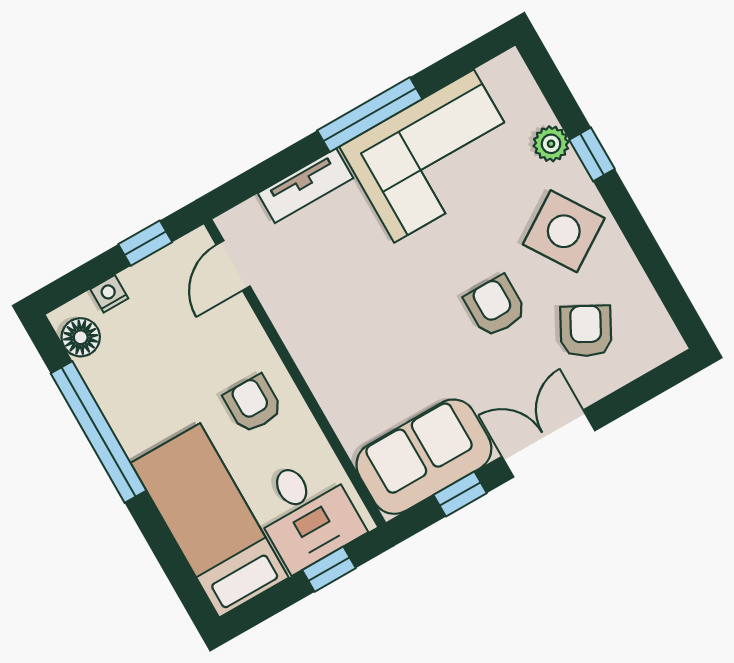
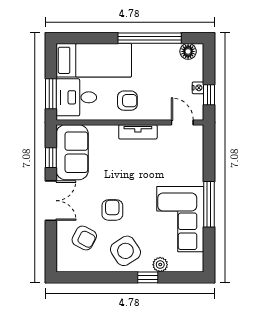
tv unit: (306, 186) -> (138, 132), moved, turned -90
nightstand: (109, 294) -> (198, 88), moved
armchair: (495, 306) -> (112, 210), turned -90
window: (329, 569) -> (51, 94), width x1.50

